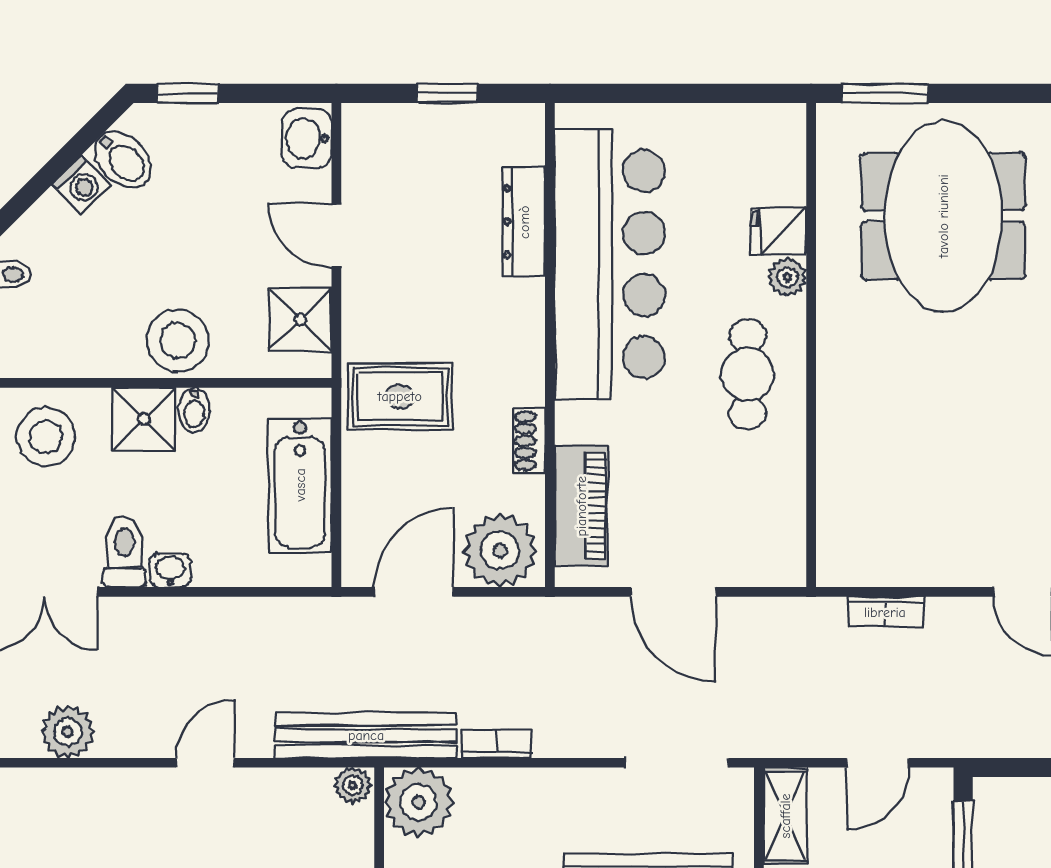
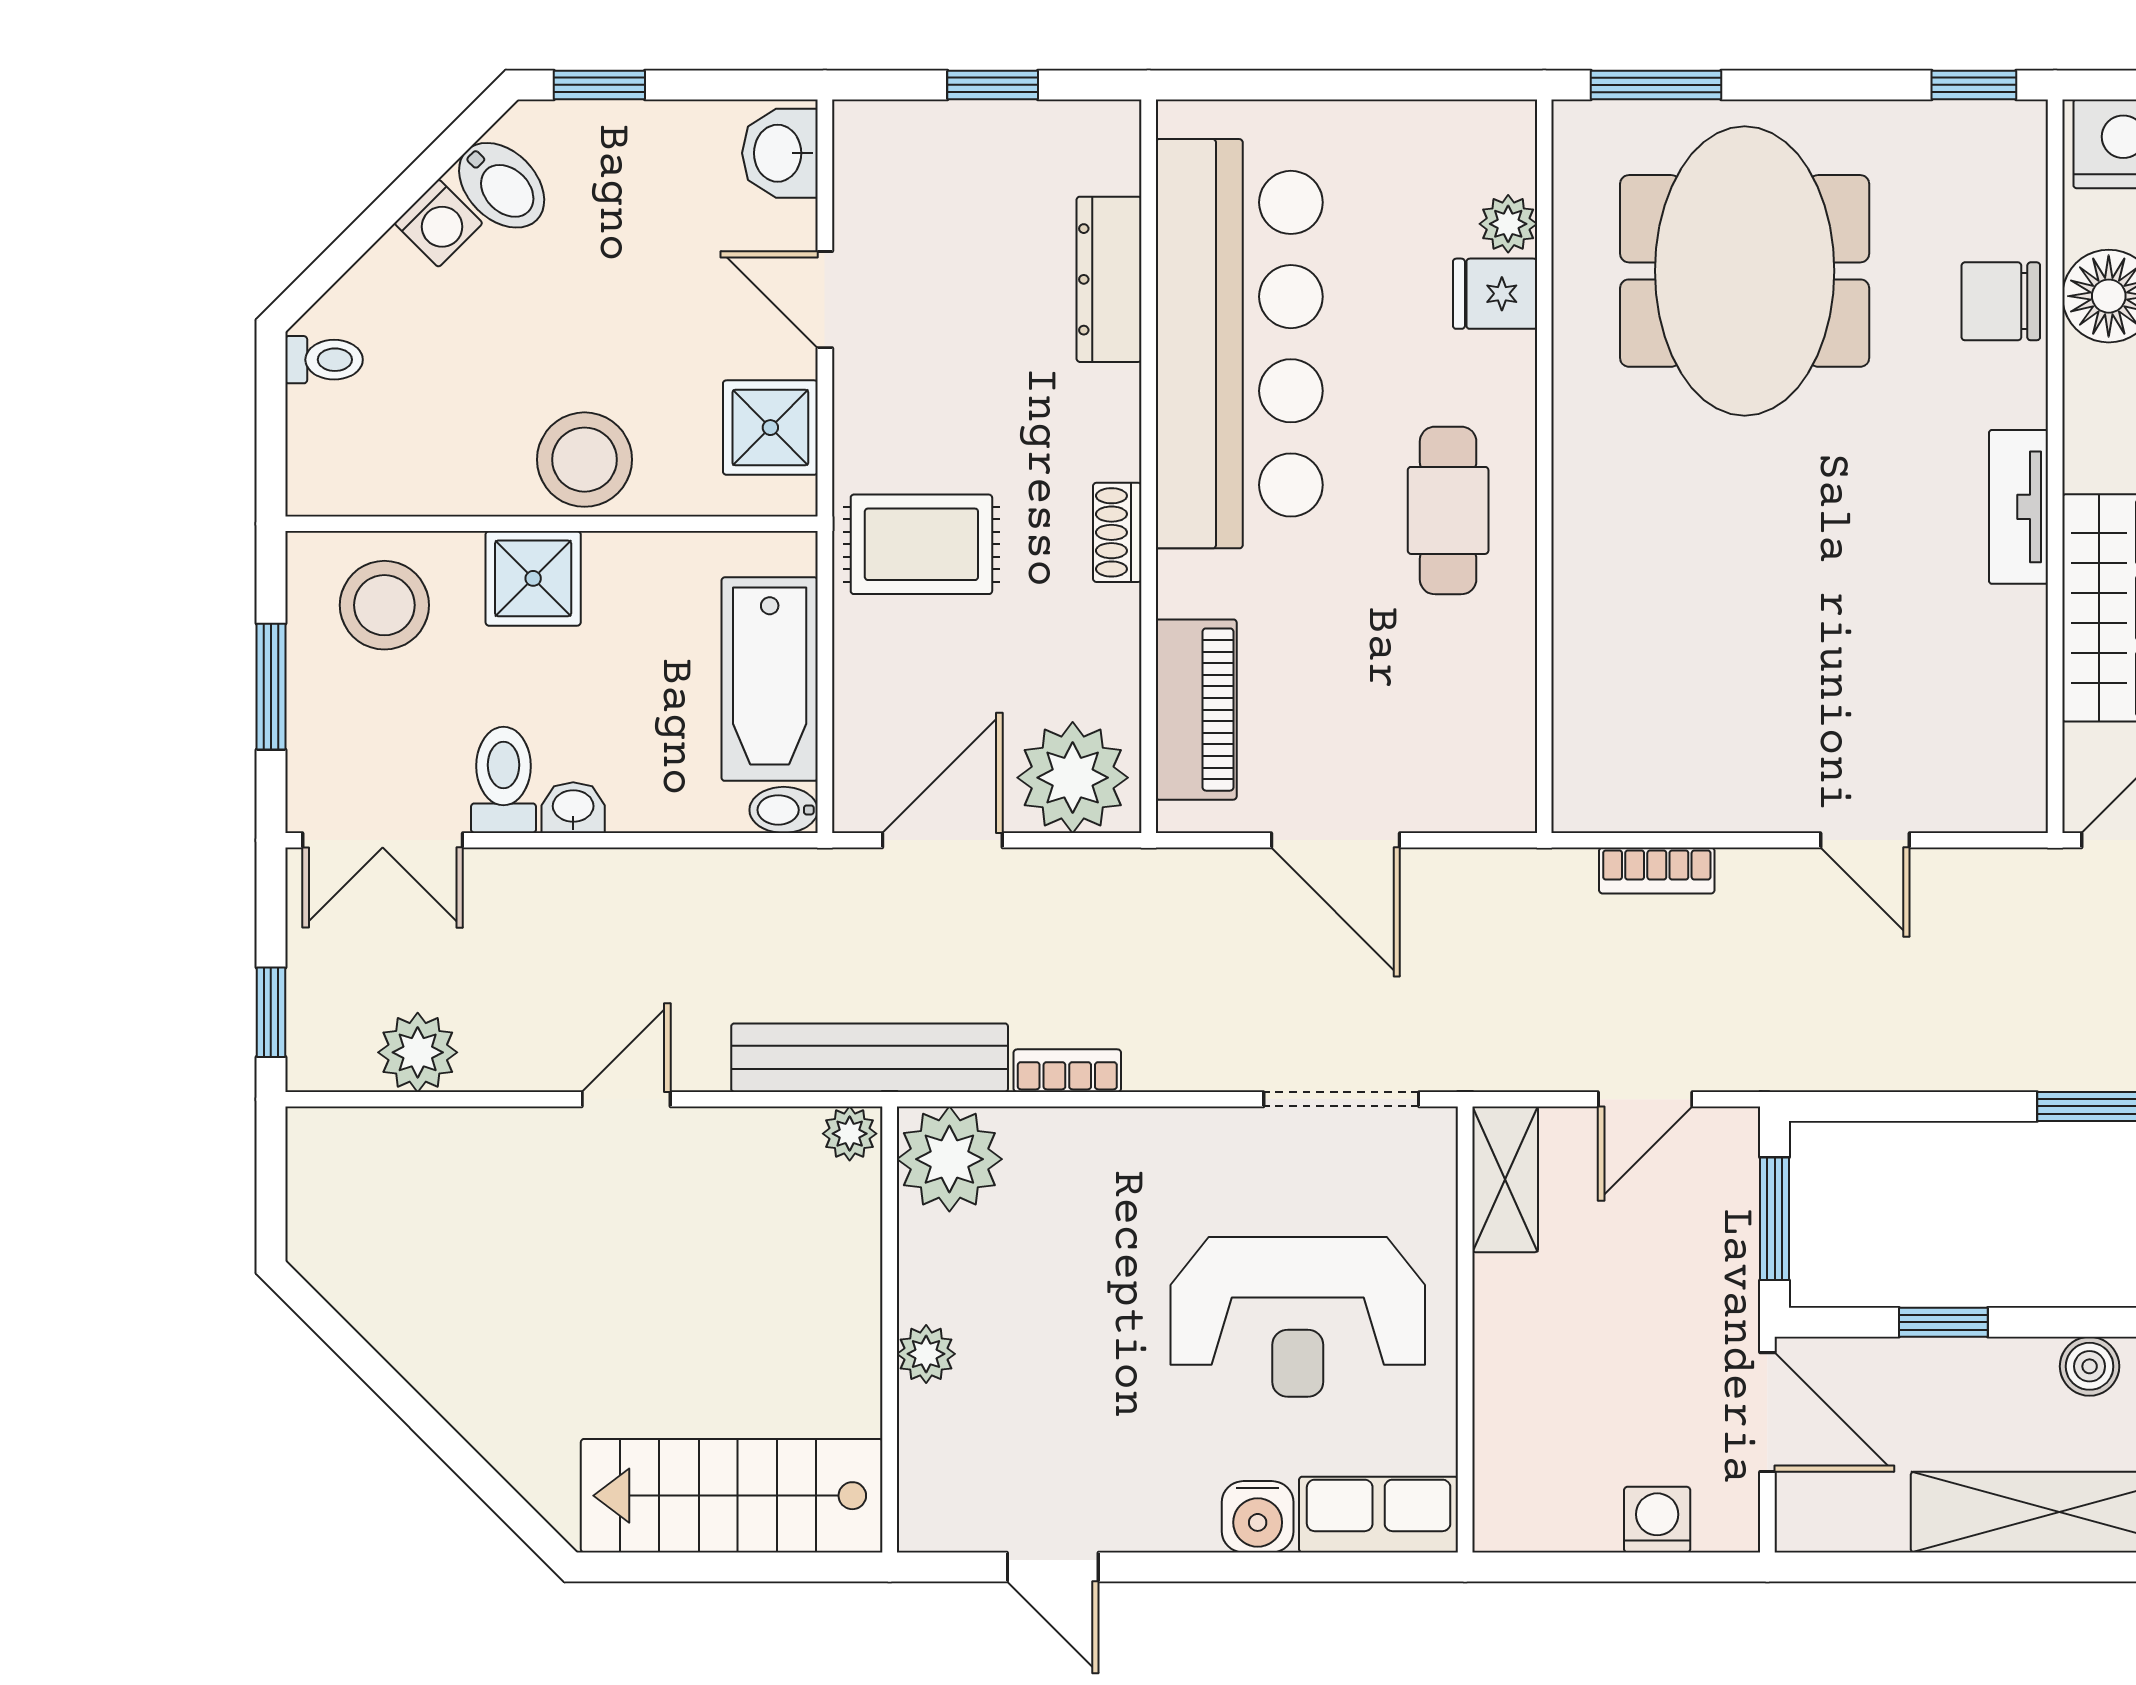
plant: (787, 277) -> (1508, 224), moved
bidet: (194, 410) -> (784, 810), moved, turned 90
shoe rack: (529, 441) -> (1117, 532), moved

